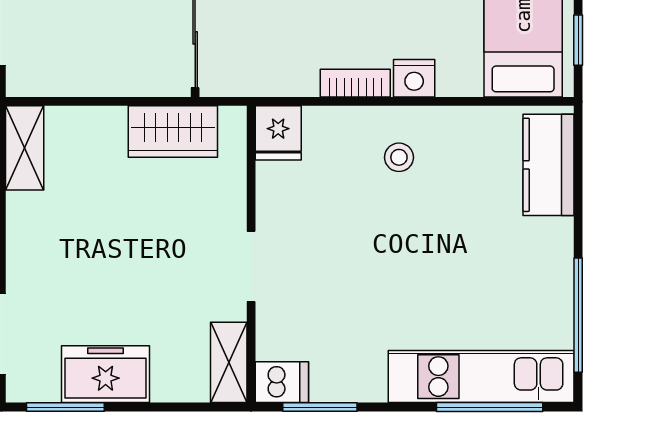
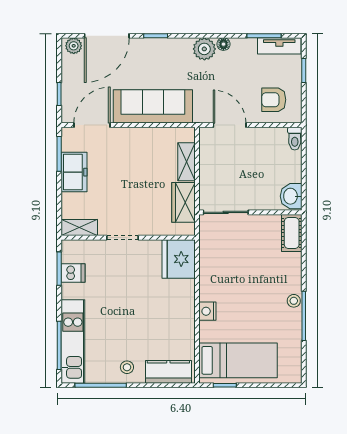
bookcase: (355, 83) -> (205, 285), removed
fridge: (278, 133) -> (179, 259), width x1.88, depth x1.34
shelving: (25, 148) -> (186, 162), moved, turned 90
stool: (399, 157) -> (127, 367), moved
dishwasher: (282, 382) -> (73, 273), moved, turned -90

